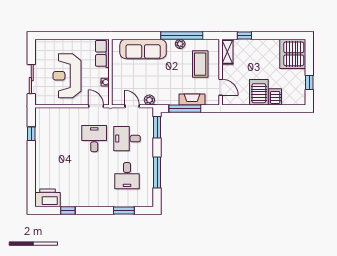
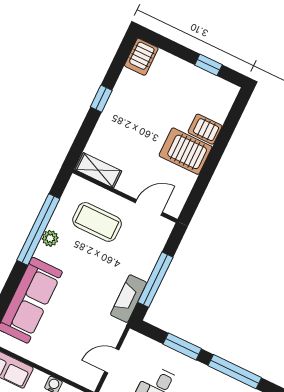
window: (244, 36) -> (101, 99), moved
server rack: (293, 54) -> (141, 57), width x0.46, depth x0.70
fireplace: (192, 99) -> (129, 299), moved
plant: (149, 100) -> (115, 329), removed
window: (157, 127) -> (182, 346), moved

